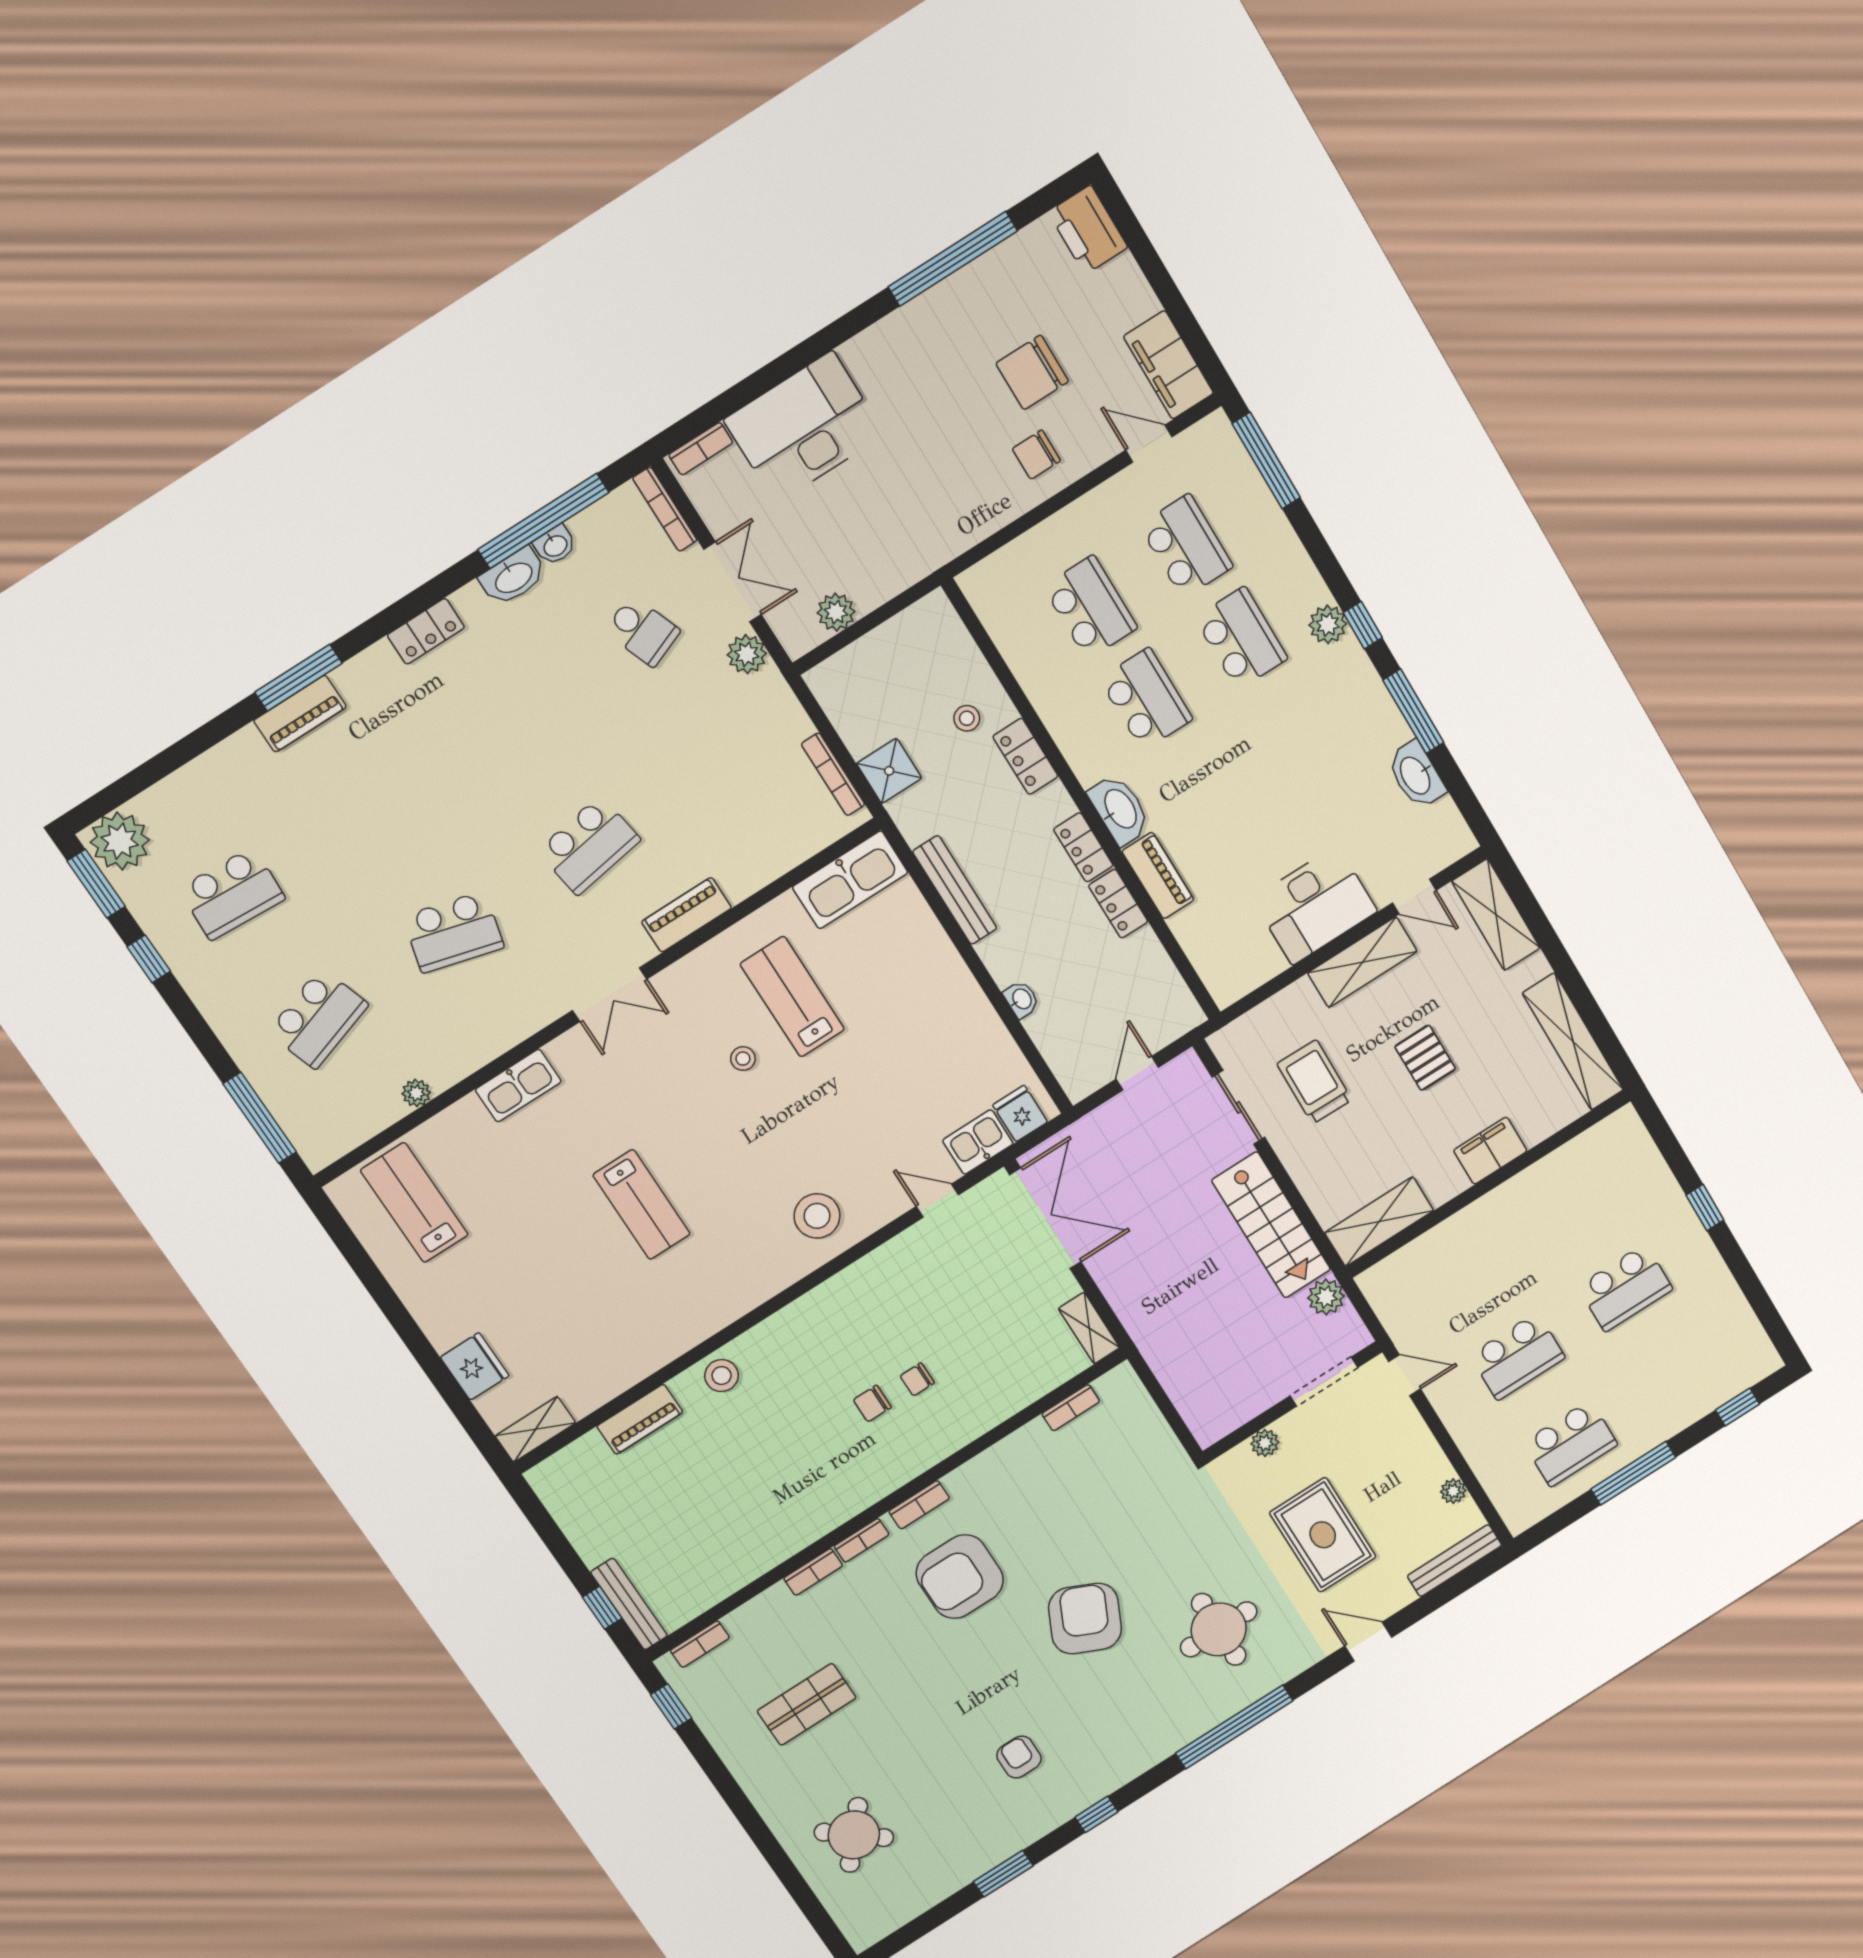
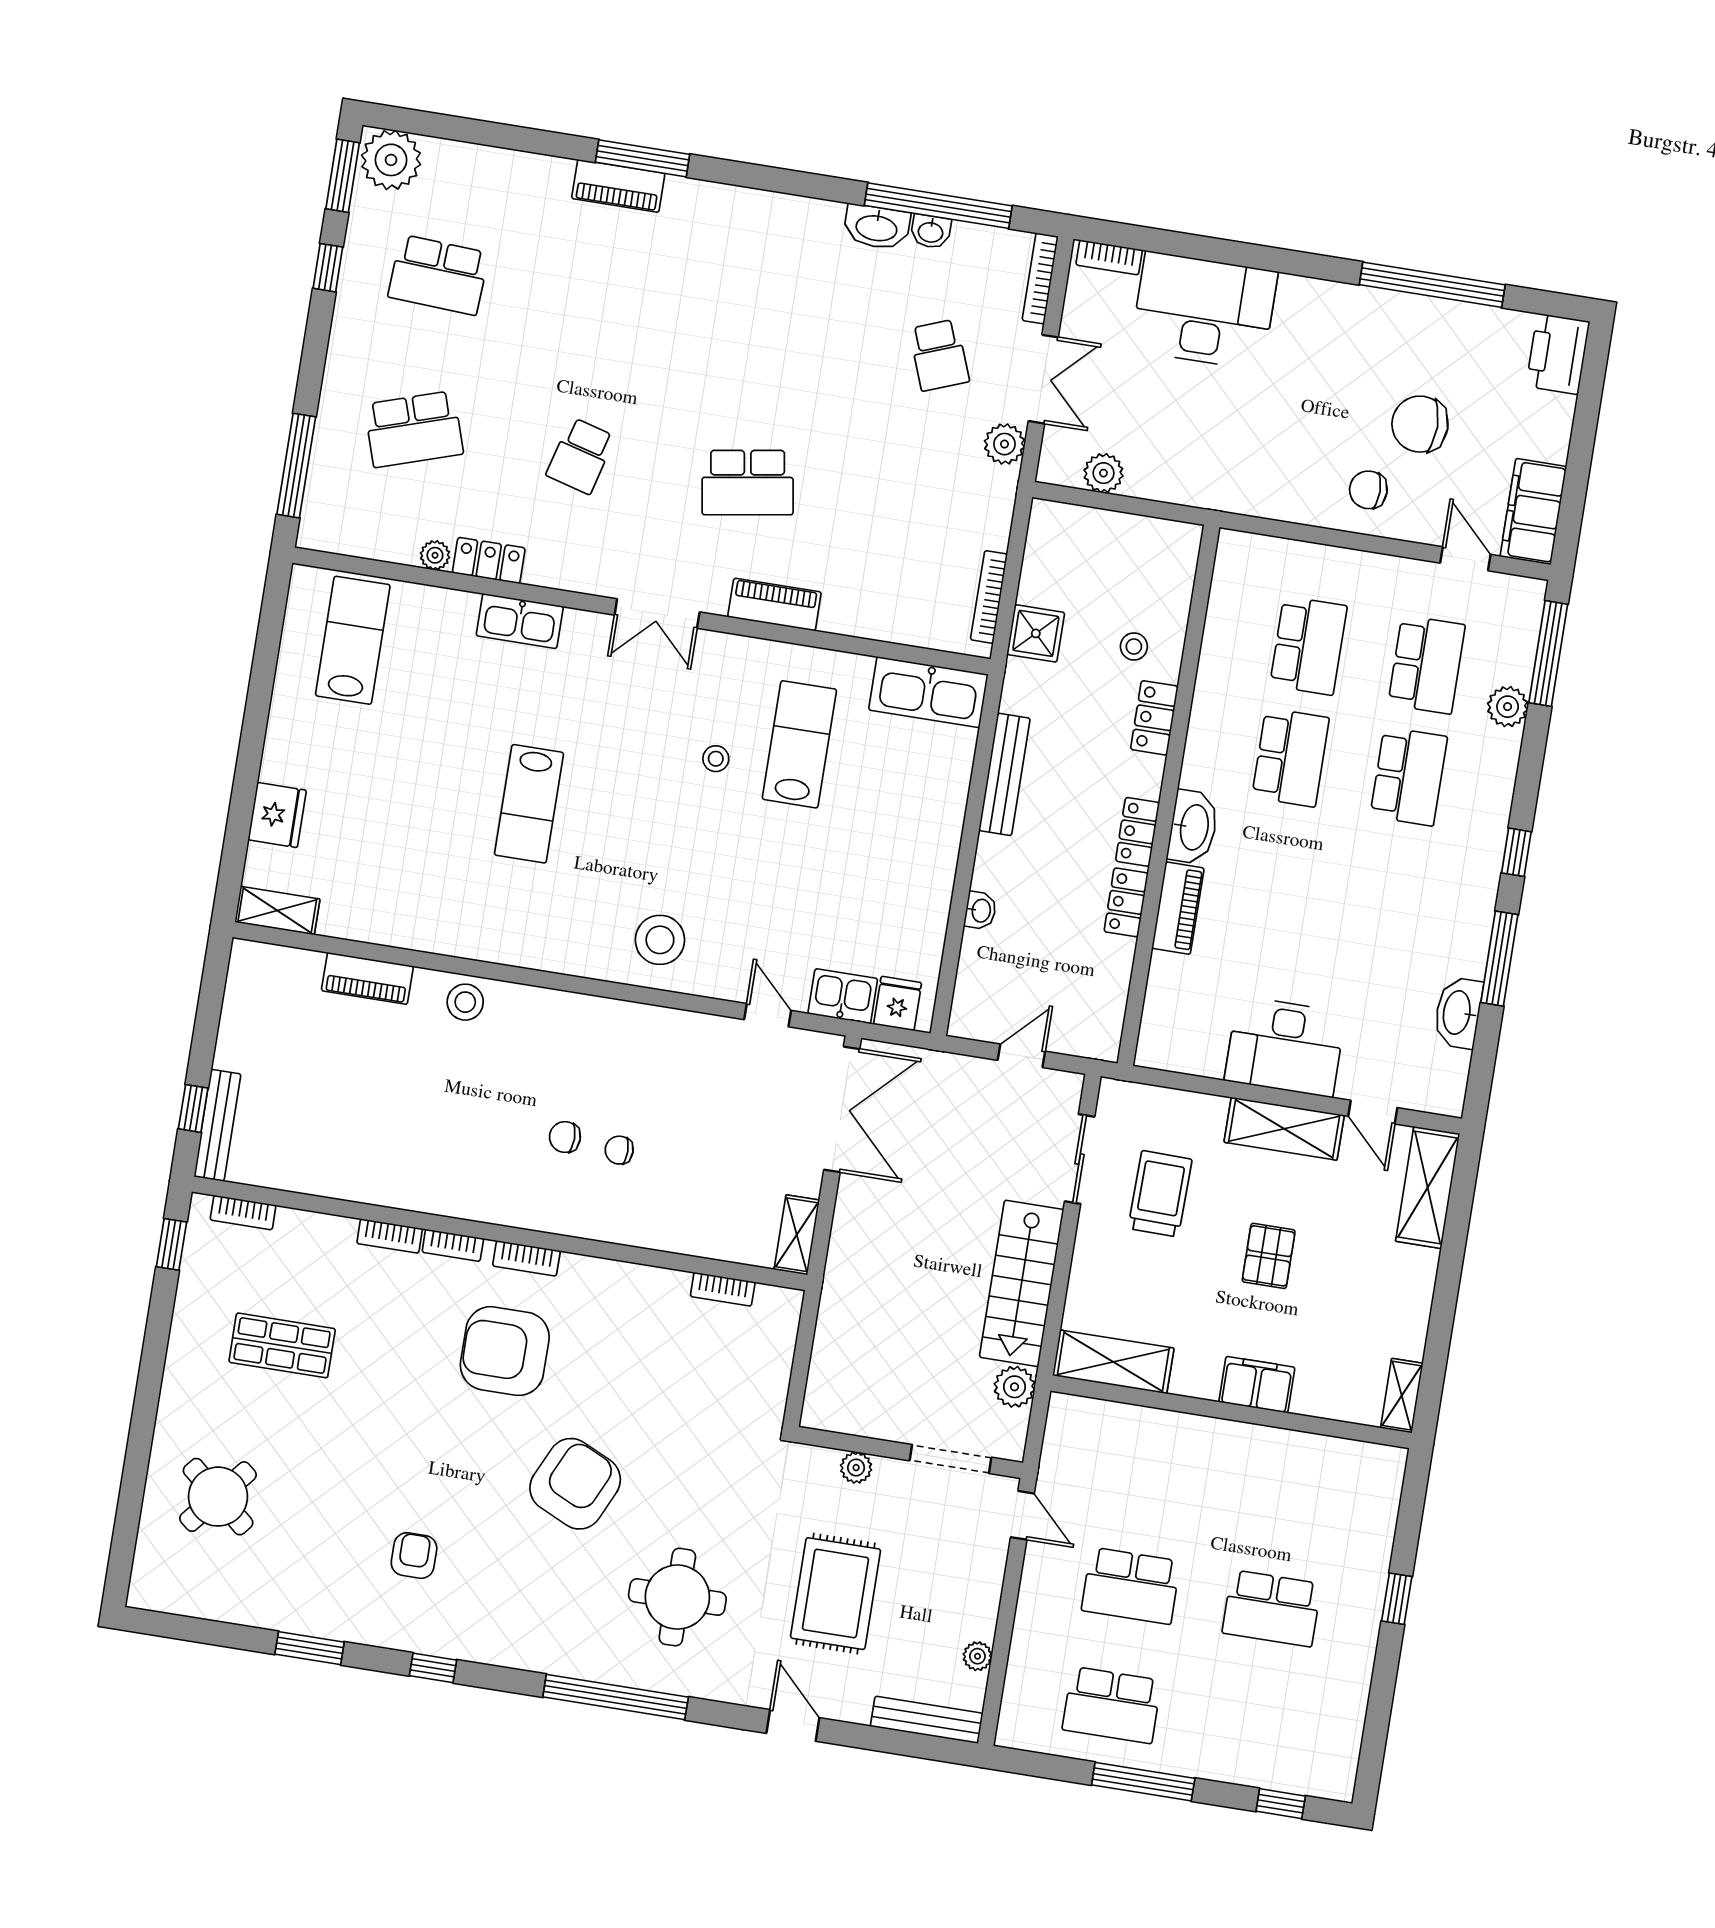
plant: (1328, 624) -> (1508, 707), moved
locker: (426, 631) -> (489, 560), moved, turned 180
school desk: (453, 932) -> (581, 456), width x0.54
shelving: (1573, 1042) -> (1402, 1396), width x0.45, depth x0.75

